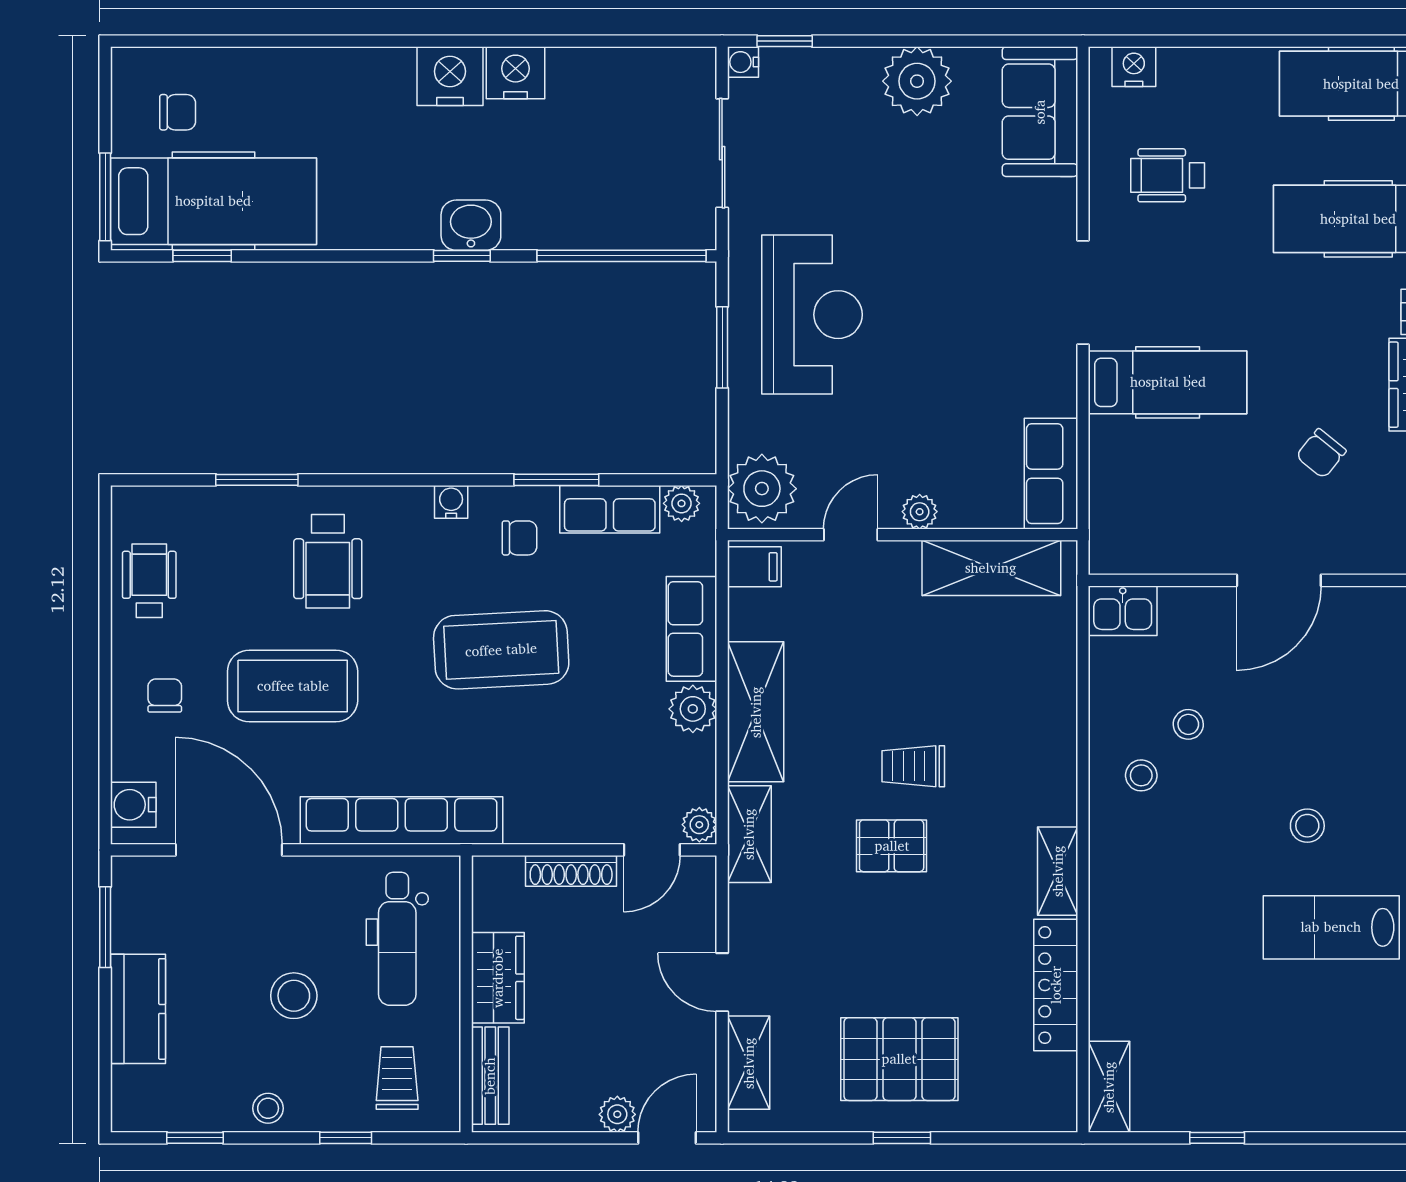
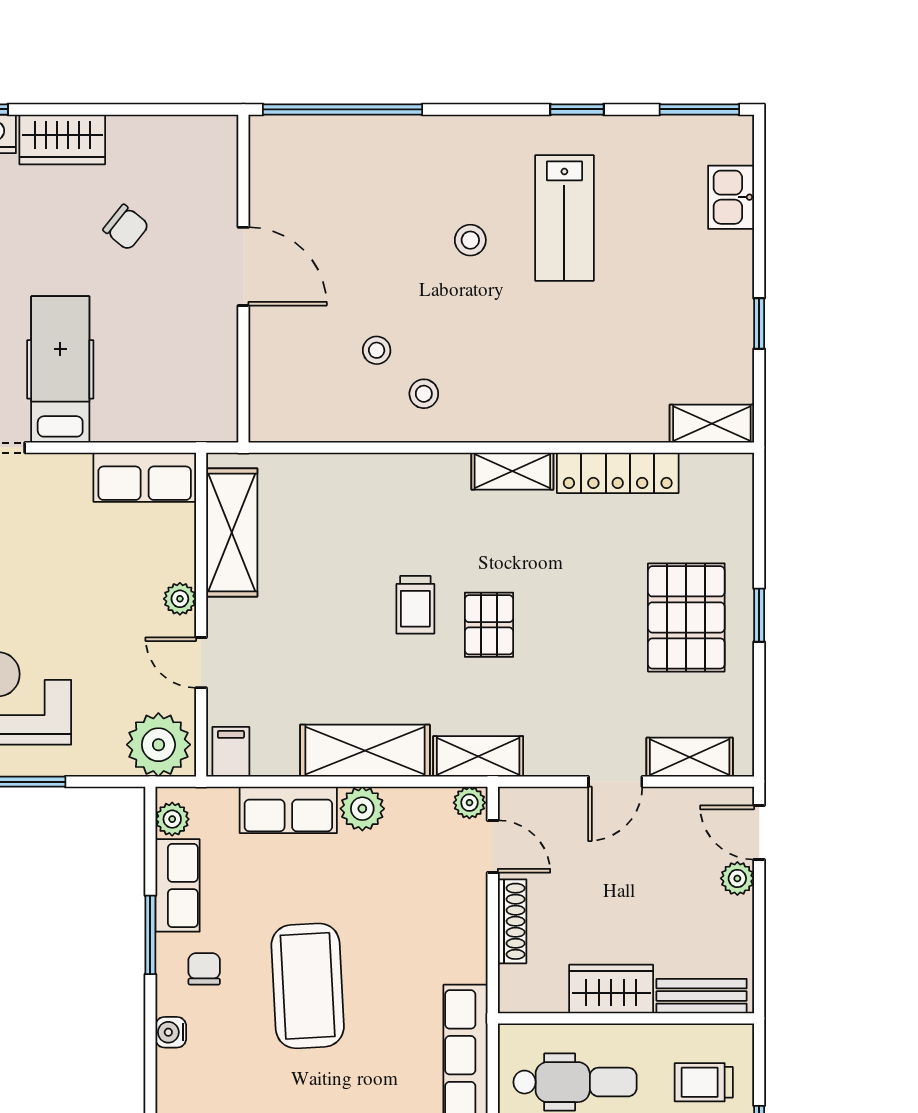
kitchen sink: (1123, 611) -> (731, 197), moved, turned 180

